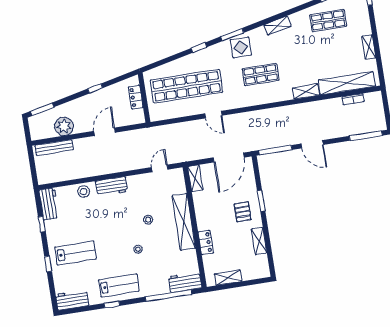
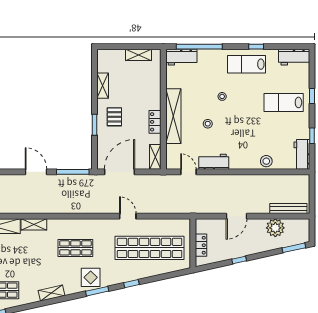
door: (160, 168) -> (188, 172), swing flipped
workbench: (112, 186) -> (214, 162), moved
locker: (206, 243) -> (155, 122), moved

